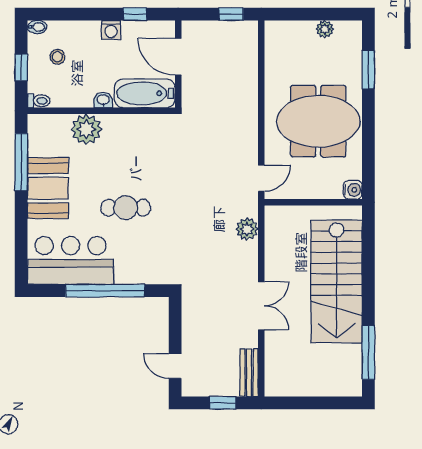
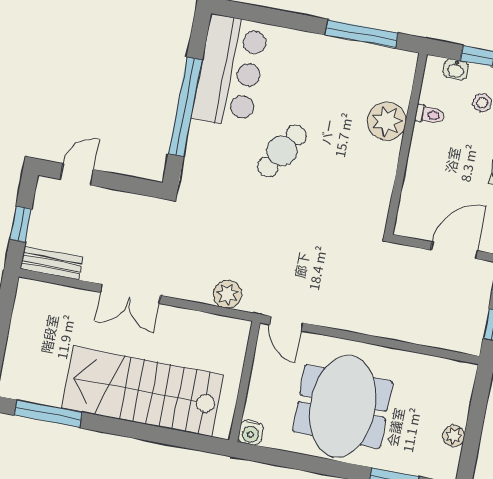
bathtub: (145, 93) -> (417, 201), removed
washbasin: (103, 100) -> (456, 69), moved, turned 90
toilet: (39, 101) -> (430, 115), moved, turned -90
booth: (48, 188) -> (324, 61), removed
cafe table: (126, 208) -> (282, 151), turned 31

